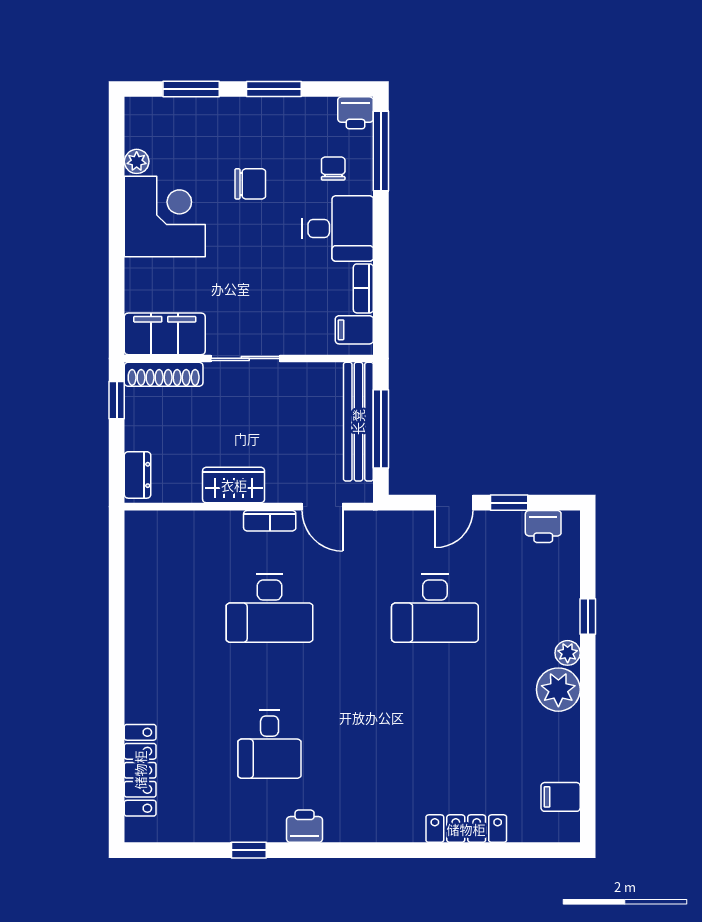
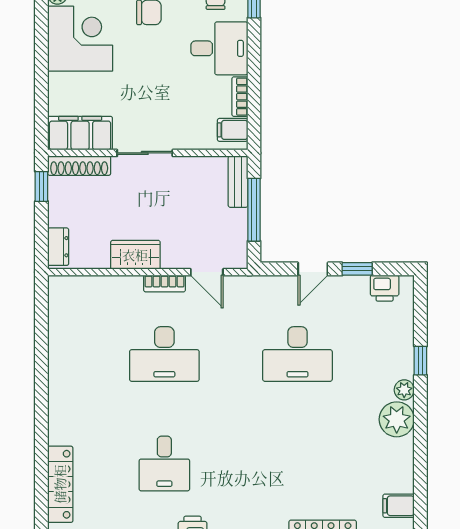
bench: (358, 422) -> (238, 182), width x0.54, depth x0.82

